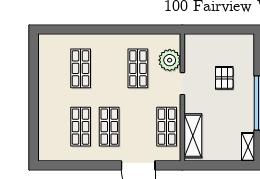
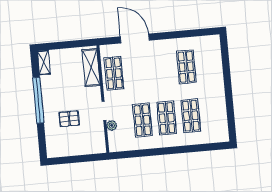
plant: (170, 60) -> (112, 125), width x0.53, depth x0.53
pallet: (224, 78) -> (69, 119), turned 90
shop shelf: (109, 127) -> (167, 118), moved

